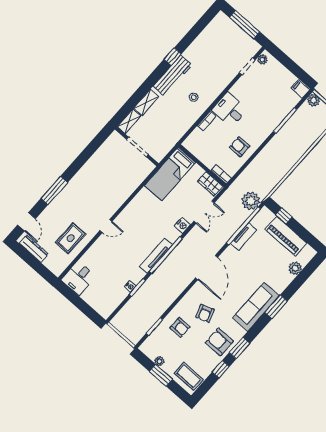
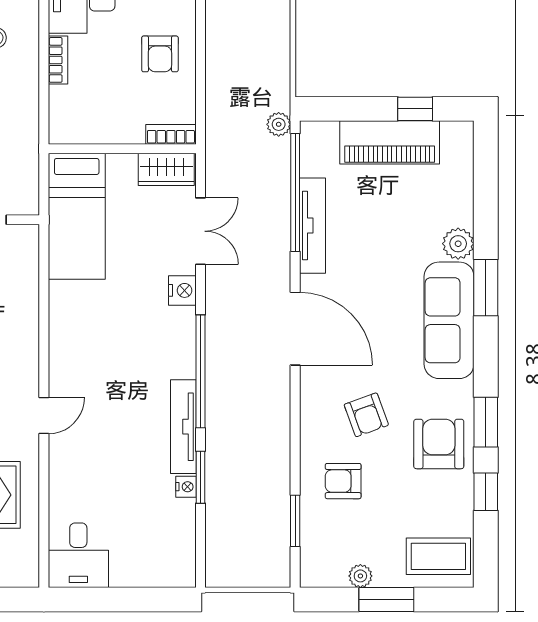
armchair: (240, 147) -> (160, 54), turned -90
plant: (251, 201) -> (279, 124), width x0.53, depth x0.53
window: (284, 216) -> (415, 109), moved
tv unit: (244, 236) -> (312, 226), width x1.41
tv unit: (156, 256) -> (183, 427), moved
plant: (295, 268) -> (458, 244), moved
armchair: (180, 327) -> (343, 481), turned 180
armchair: (219, 342) -> (439, 444), turned 90

